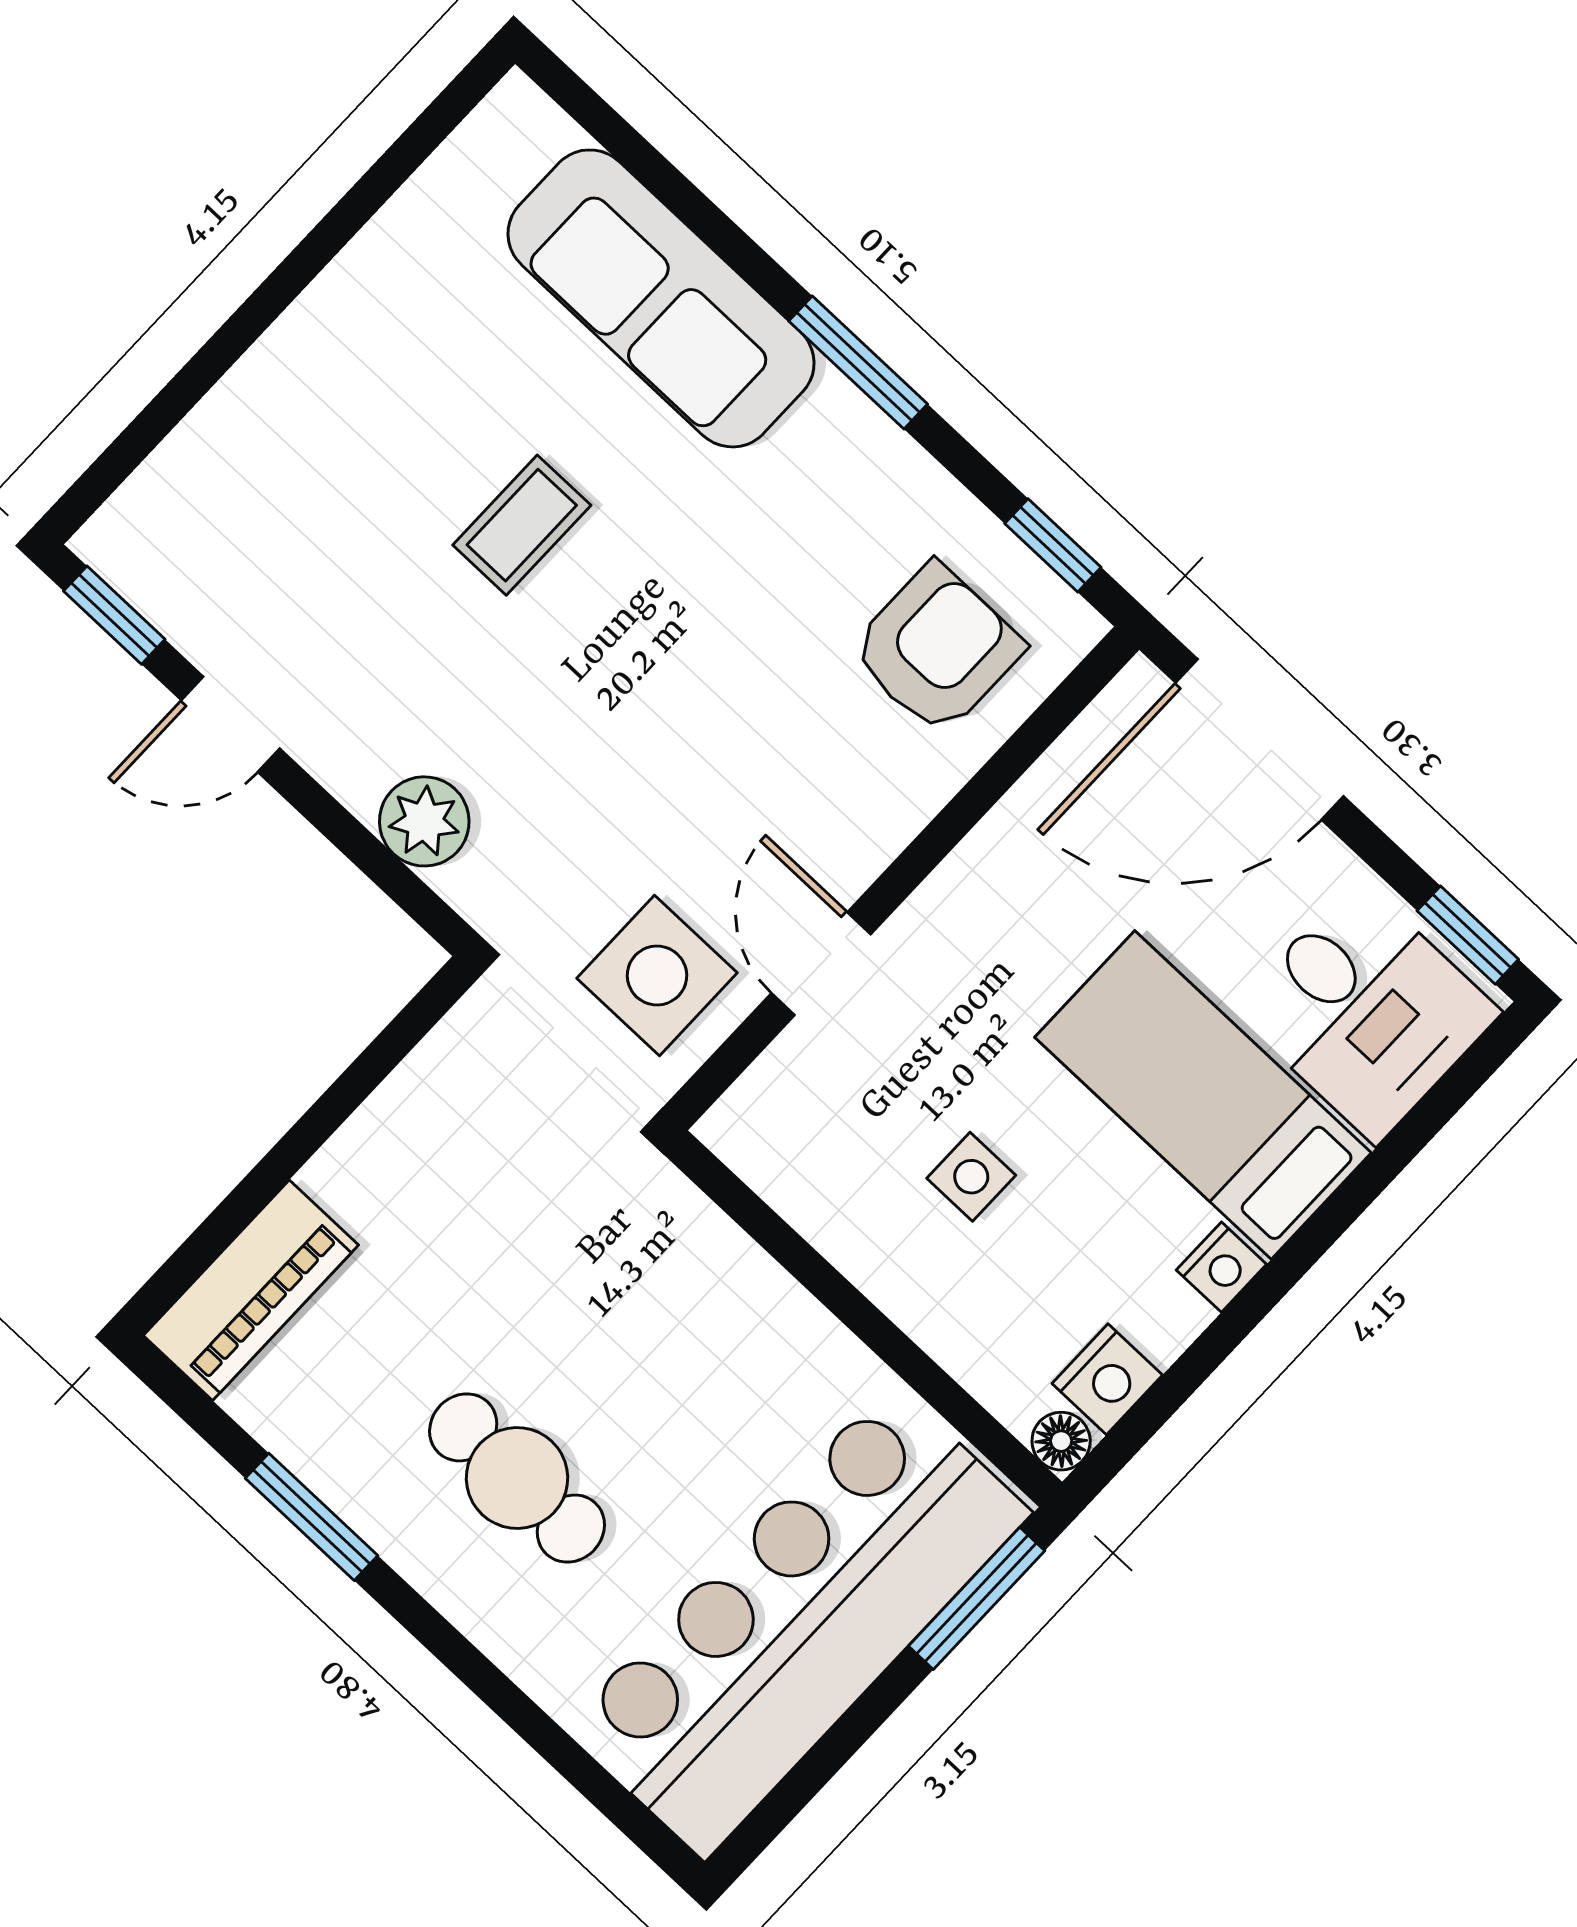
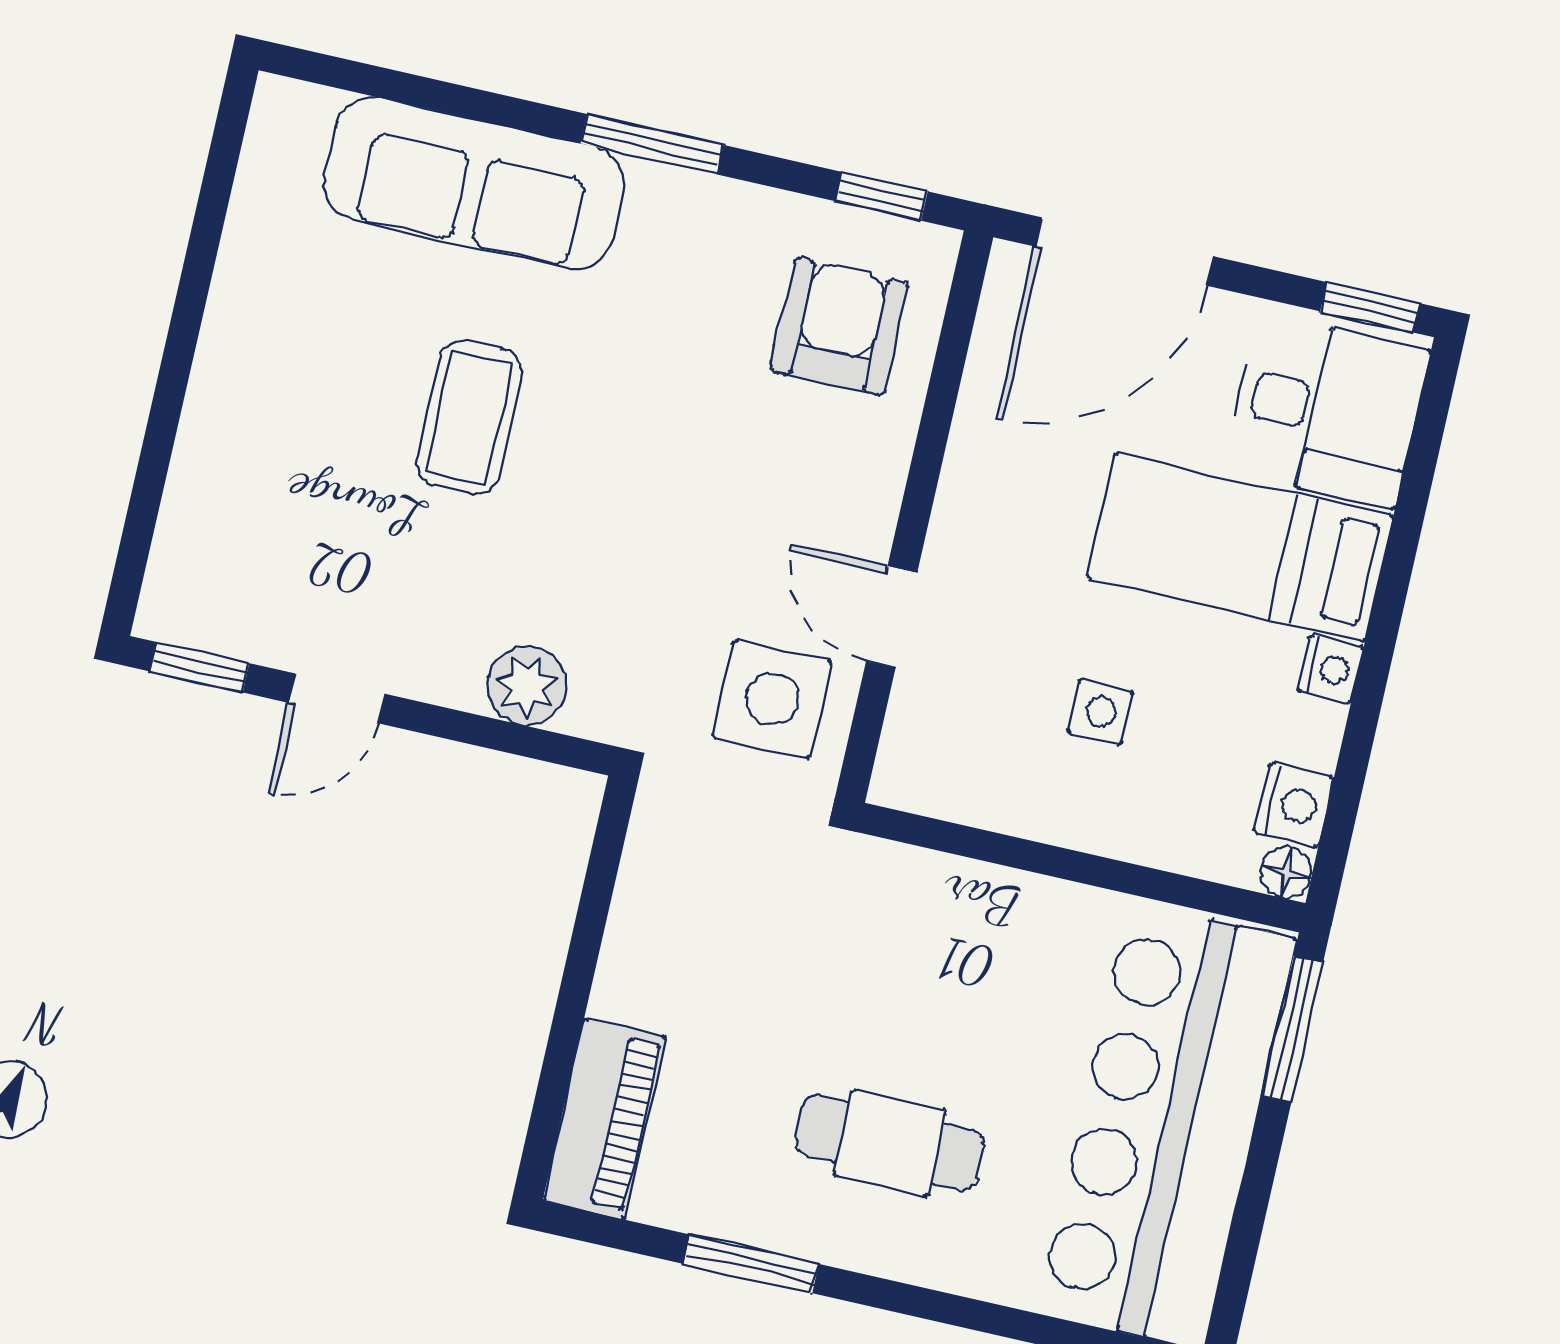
coffee table: (522, 525) -> (469, 417), width x1.36, depth x1.30

